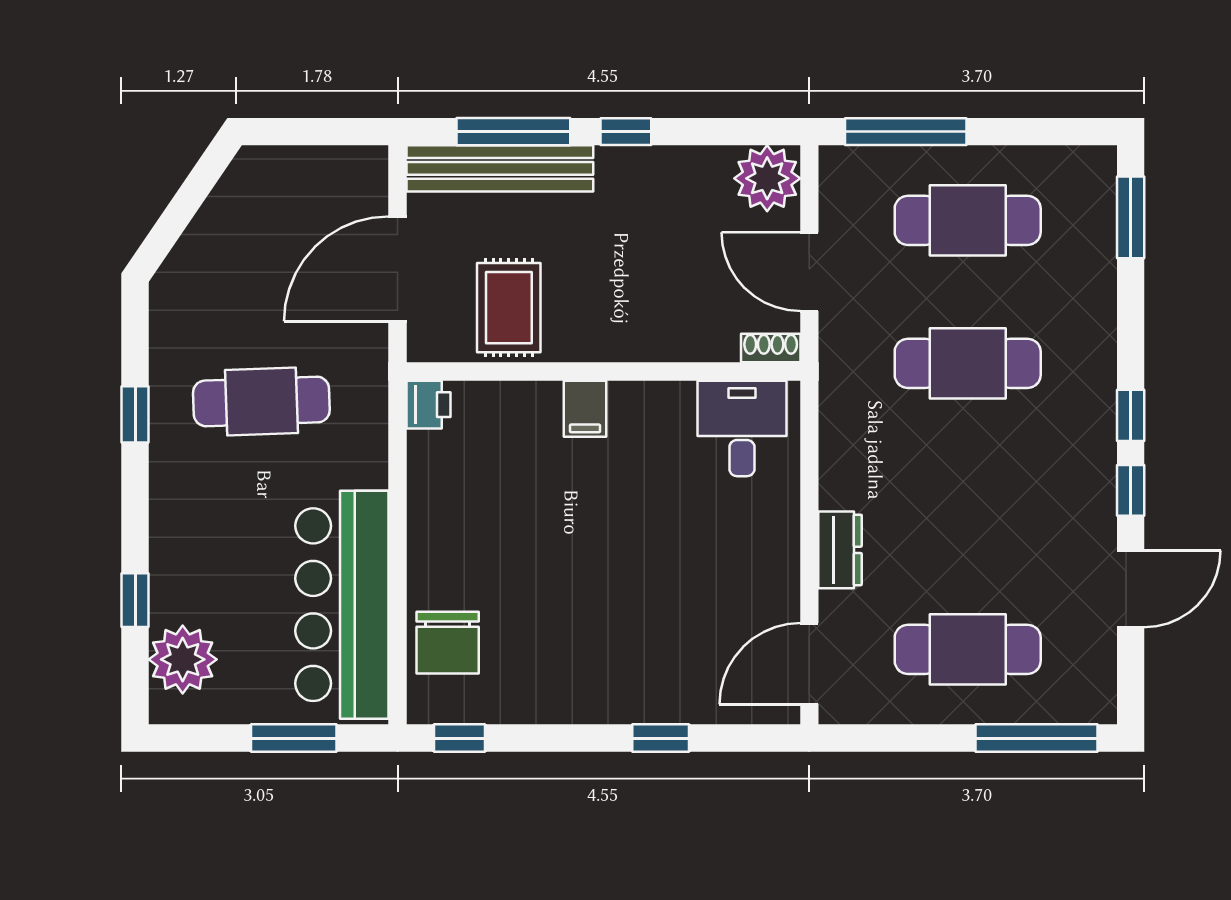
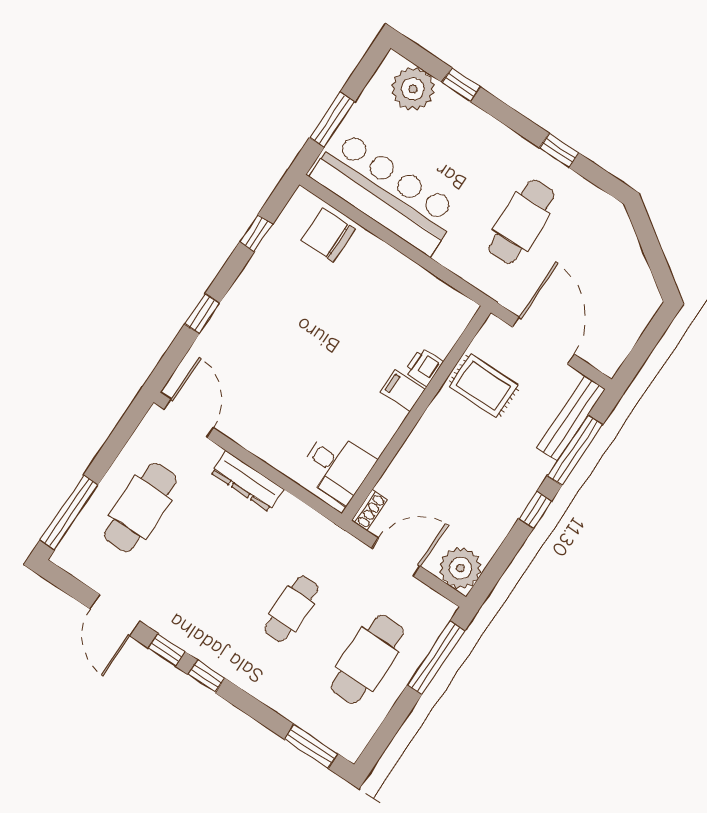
bench: (500, 168) -> (571, 418), width x0.73, depth x0.82
cafe table: (968, 363) -> (292, 609), width x0.73, depth x0.74
printer: (428, 405) -> (424, 367), moved, turned 90
dresser: (840, 550) -> (247, 481), width x1.44
window: (460, 738) -> (256, 233), moved

